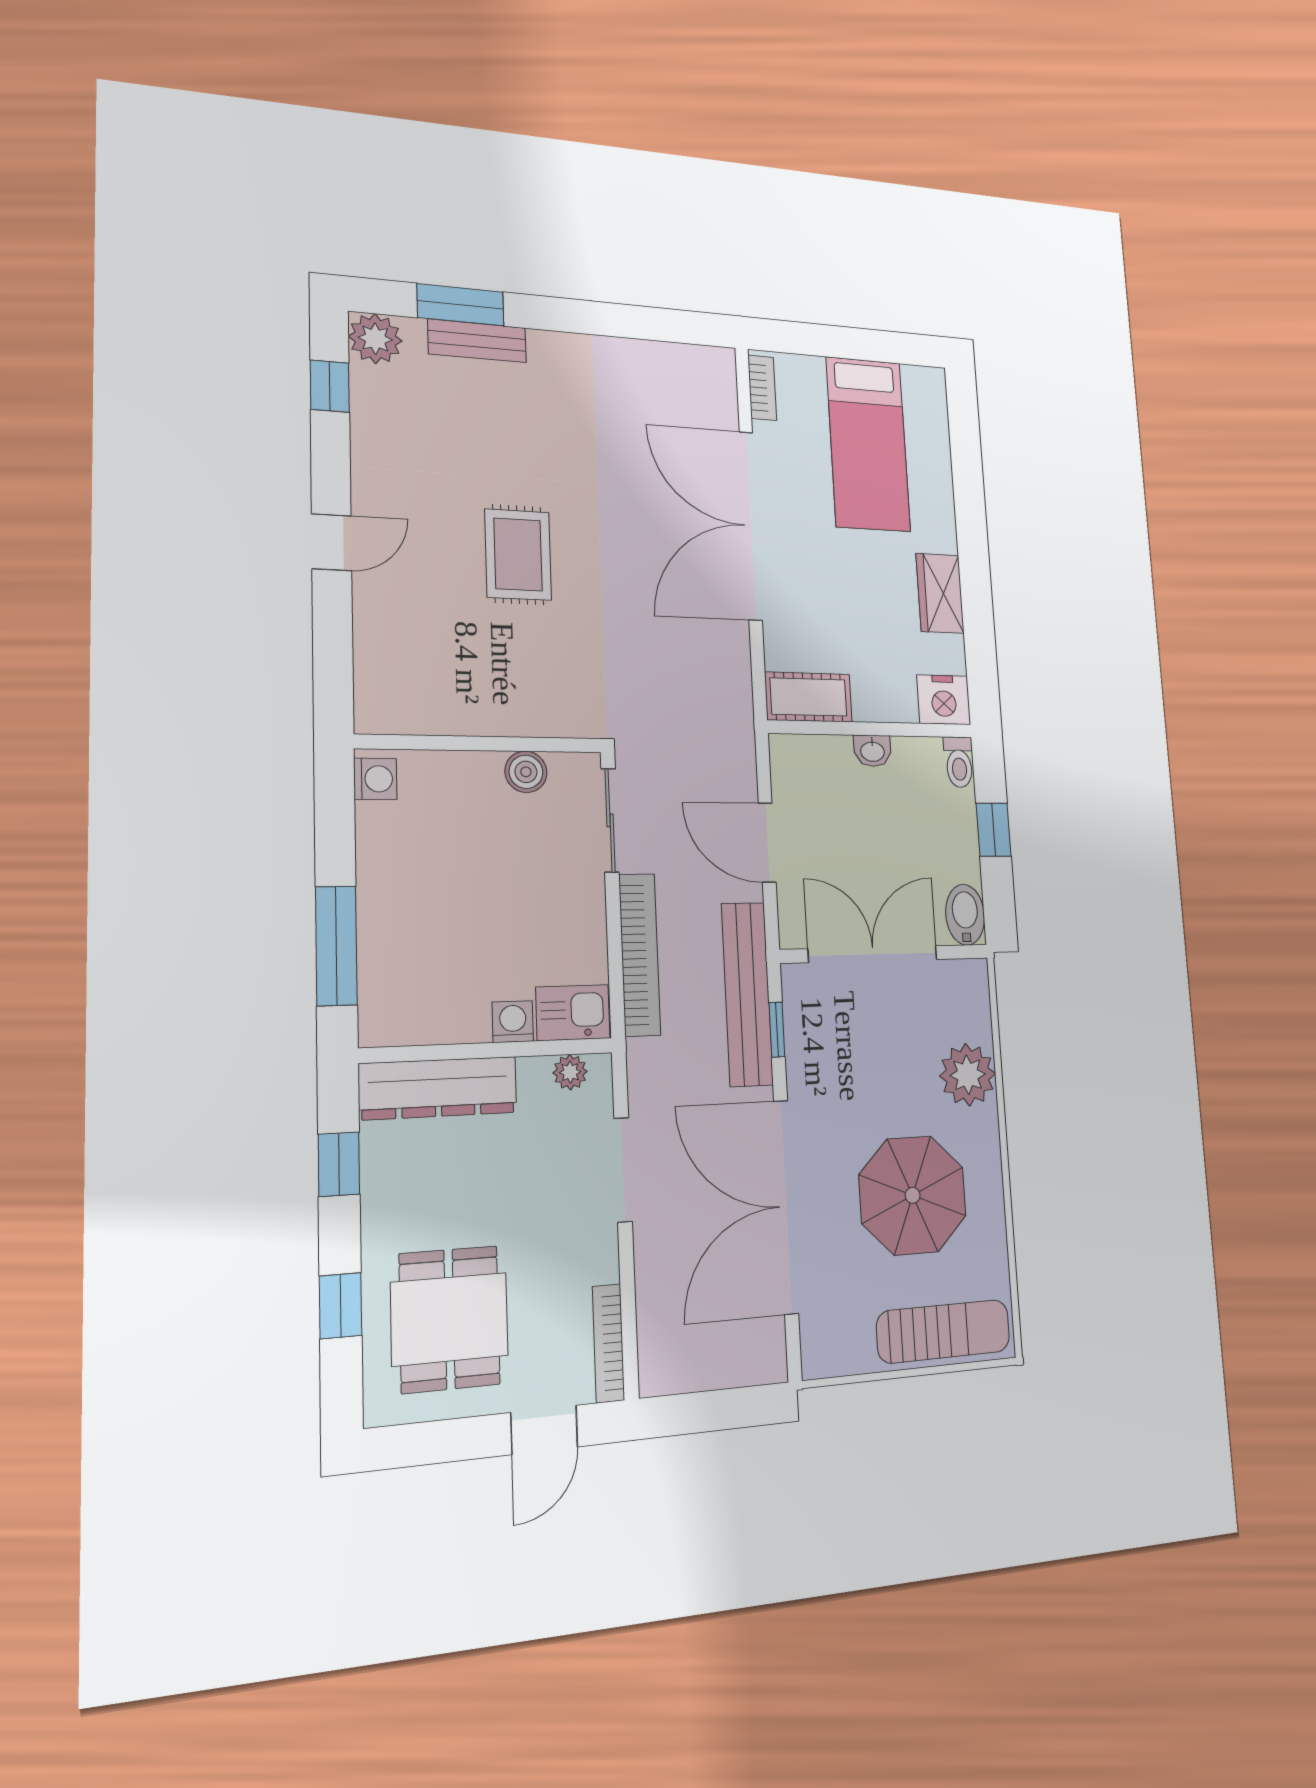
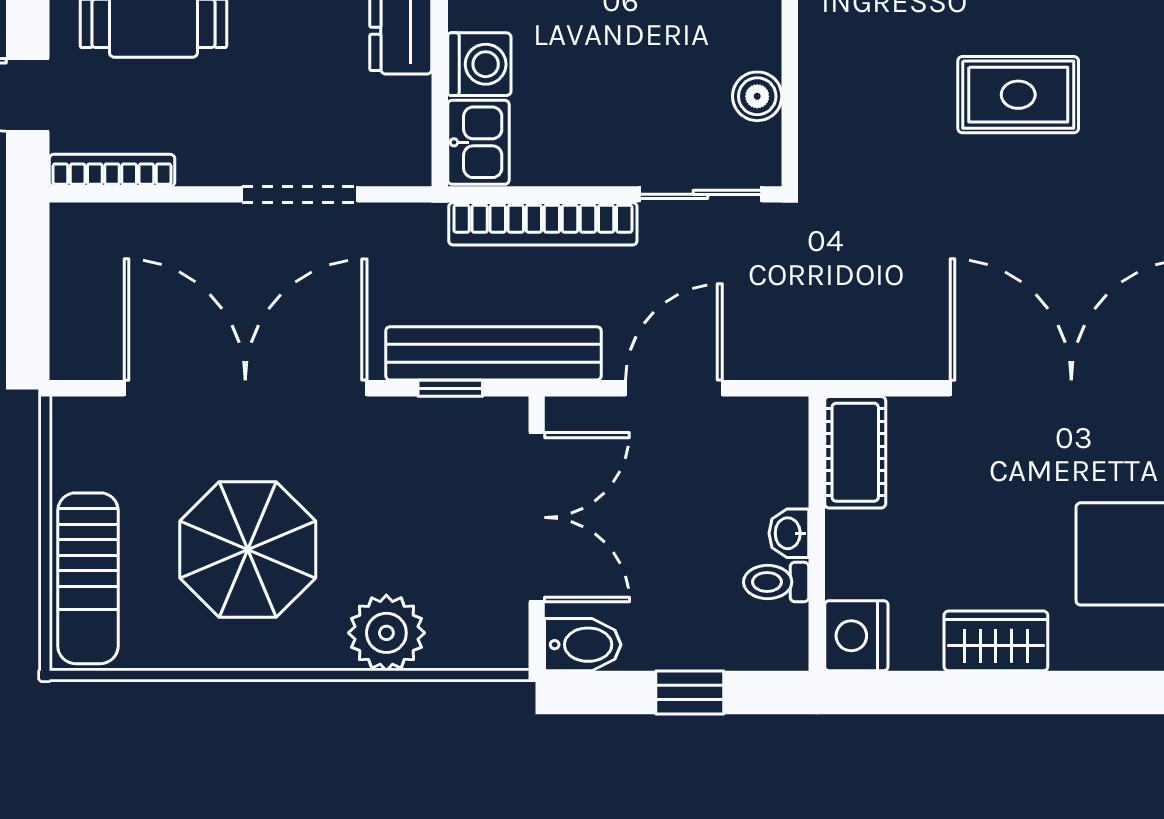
toilet: (959, 762) -> (776, 582), moved
washing machine: (513, 1022) -> (479, 64), width x1.38, depth x1.38
plant: (570, 1072) -> (412, 137), removed

